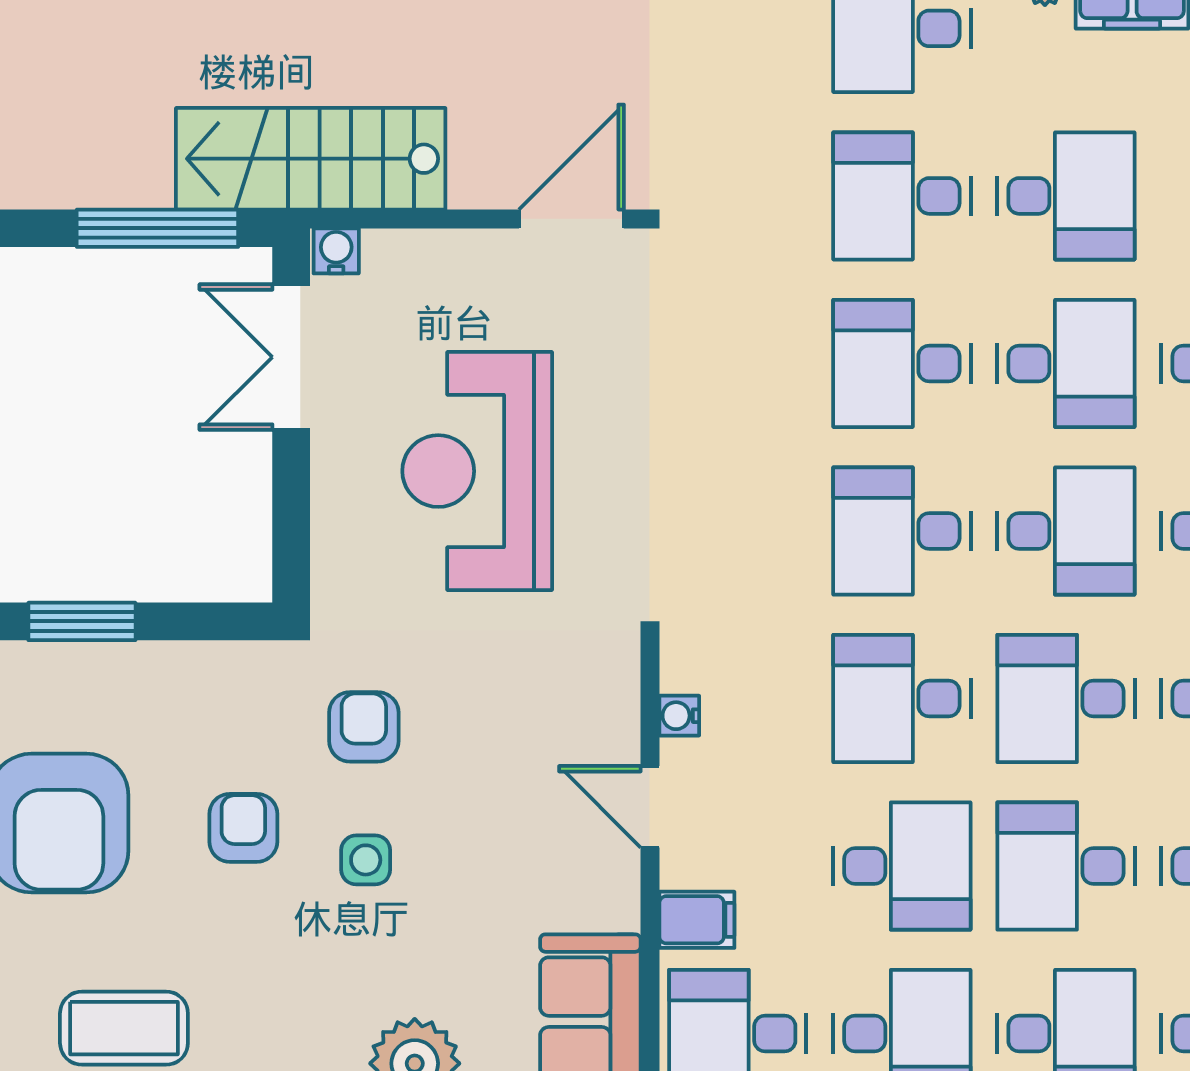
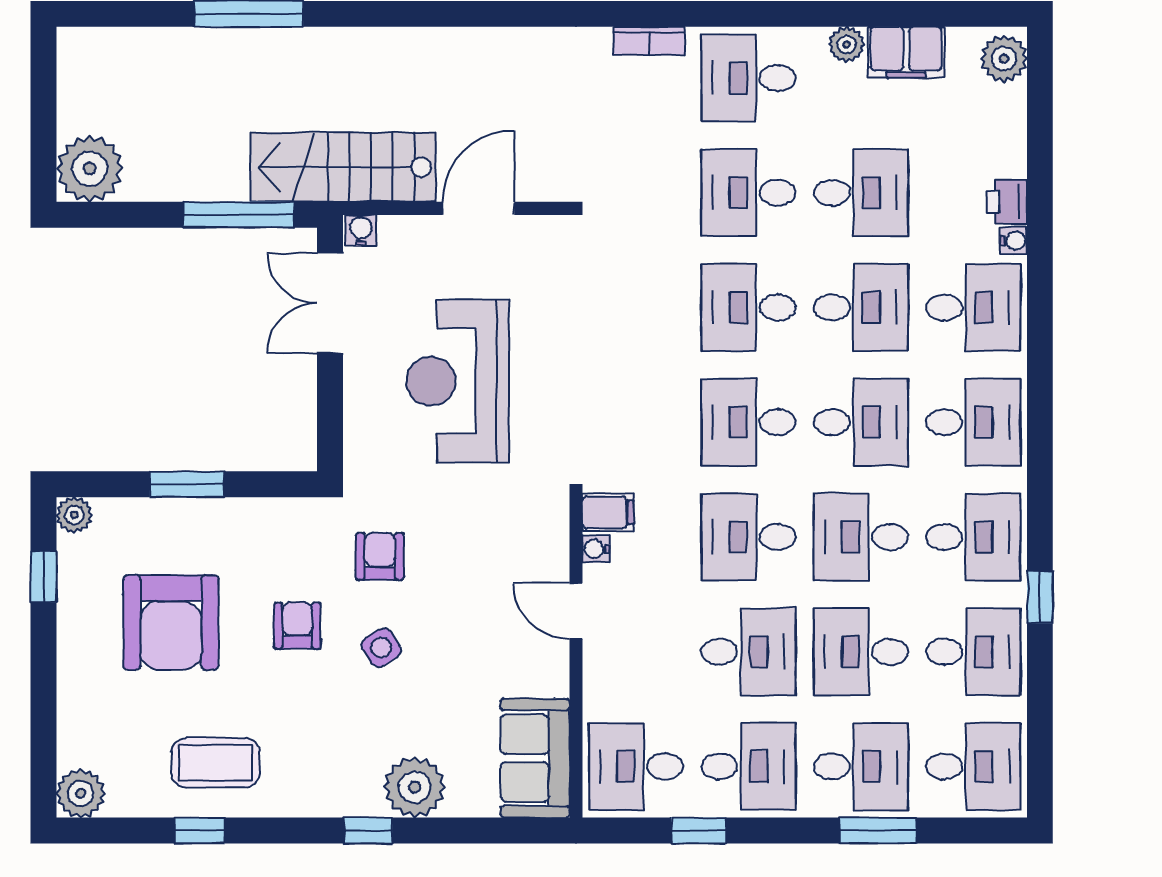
door: (571, 219) -> (478, 208), moved
side table: (366, 860) -> (381, 648), turned -31
filing cabinet: (697, 920) -> (608, 512), moved

